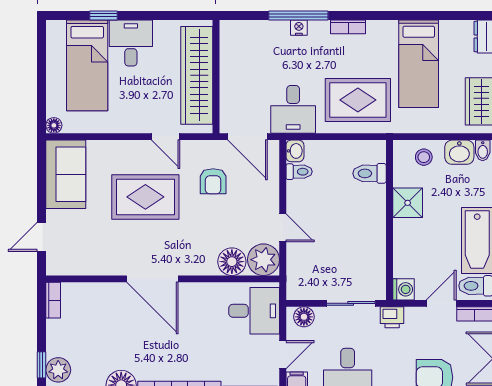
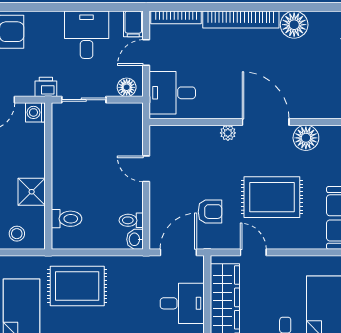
desk: (293, 109) -> (182, 303), moved, turned 90
door: (248, 137) -> (178, 252), hinge flipped
armchair: (213, 181) -> (210, 212), turned 90
plant: (263, 260) -> (228, 133), moved, width x0.53, depth x0.53
floor lamp: (232, 262) -> (306, 138), moved

